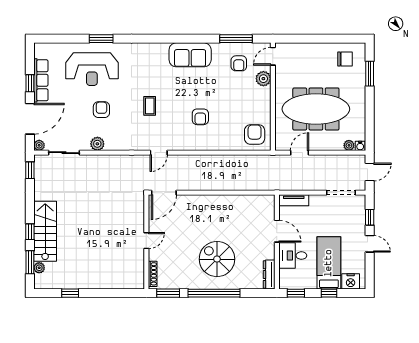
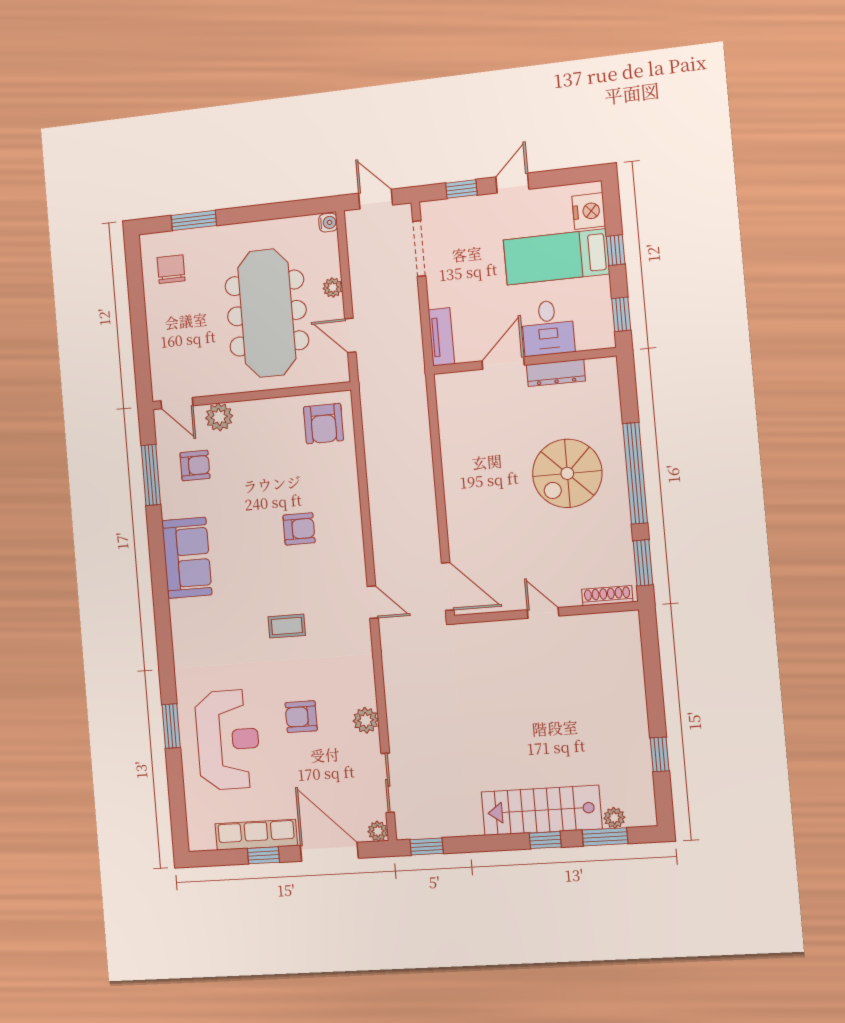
armchair: (255, 134) -> (323, 424), turned -90
plant: (349, 145) -> (333, 288), moved
dresser: (269, 275) -> (556, 373), moved

